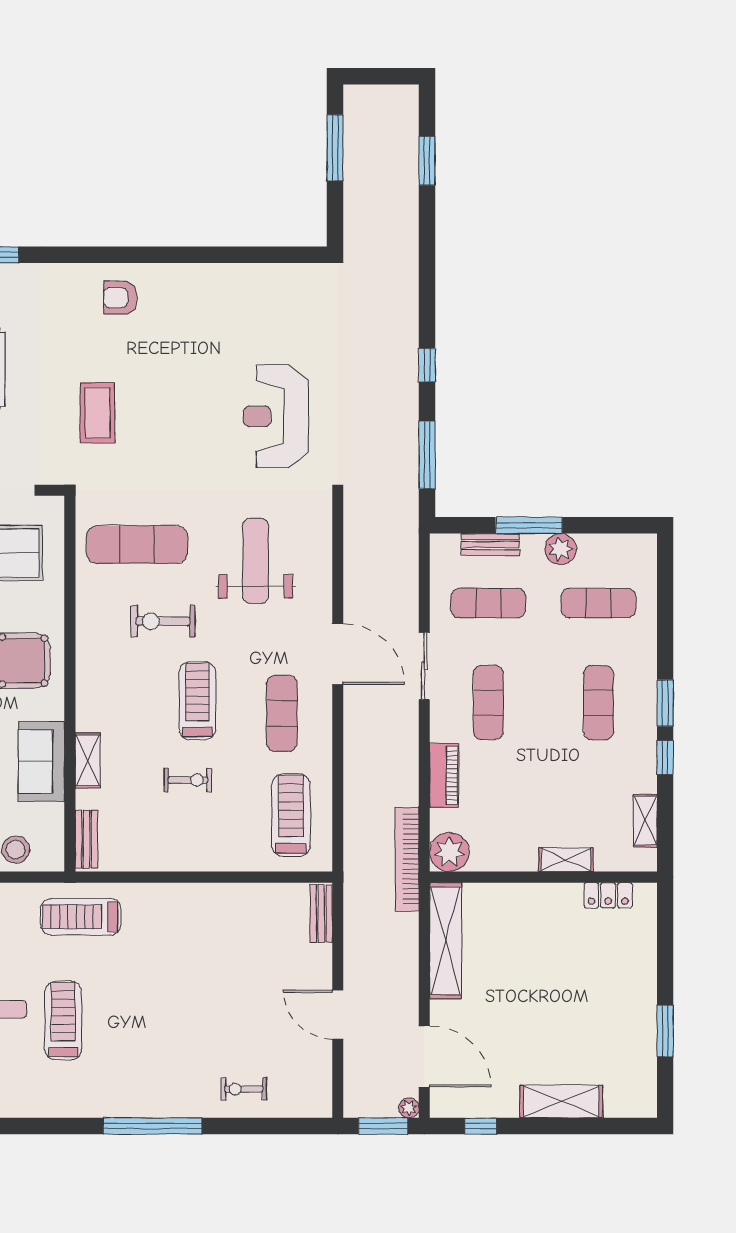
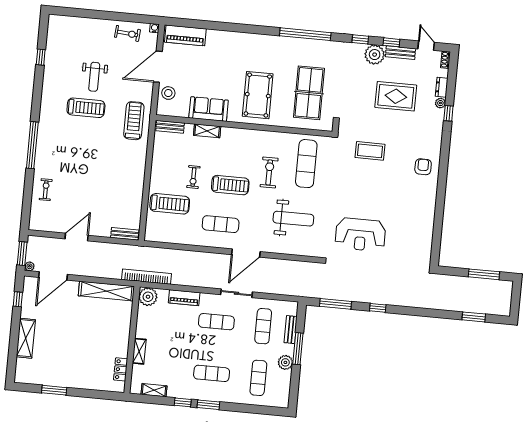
reception desk: (276, 416) -> (360, 235), turned 180
treadmill: (291, 815) -> (170, 204), moved

